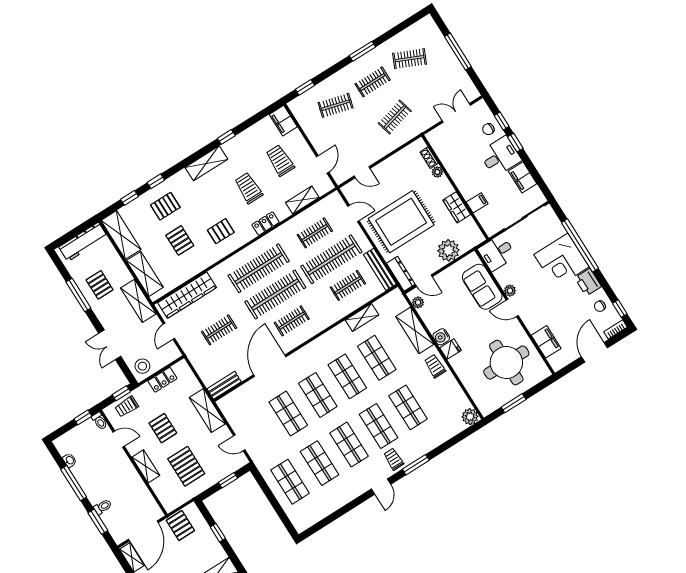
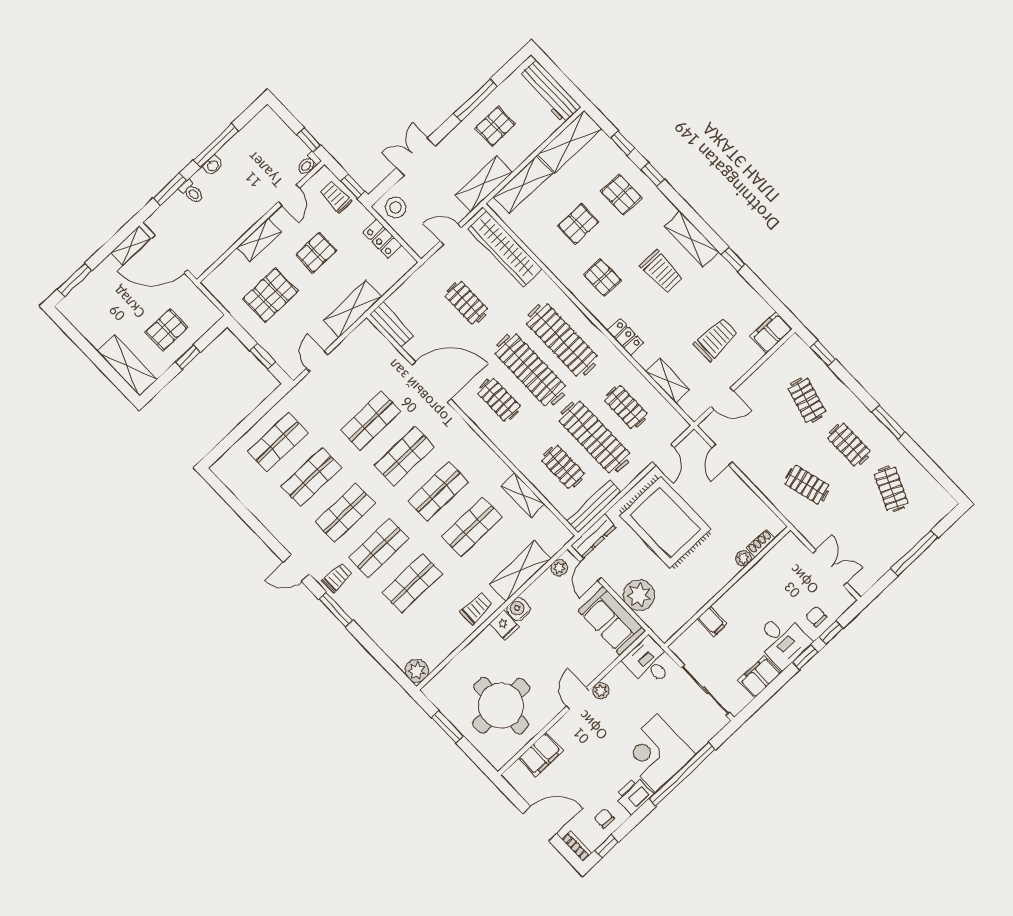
trolley: (249, 188) -> (661, 272), moved, turned 90
wardrobe: (457, 207) -> (700, 595), removed
sofa: (482, 287) -> (612, 621), moved, turned -90
washbasin: (70, 460) -> (213, 165), moved
pallet: (180, 525) -> (167, 330), moved

